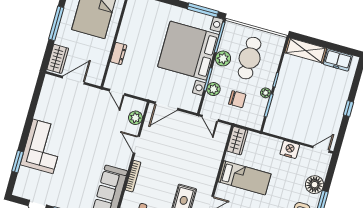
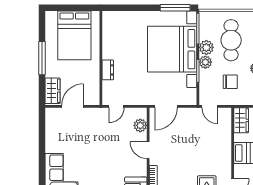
plant: (213, 89) -> (205, 62), moved
door: (117, 92) -> (116, 106), hinge flipped

